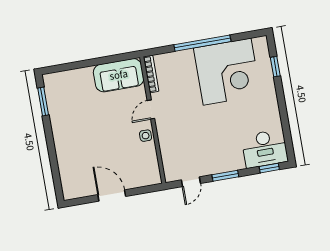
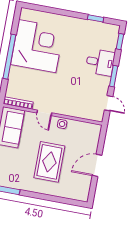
window: (275, 67) -> (96, 18), moved
rug: (95, 137) -> (49, 162), added
desk: (265, 149) -> (100, 62), moved, width x0.73

